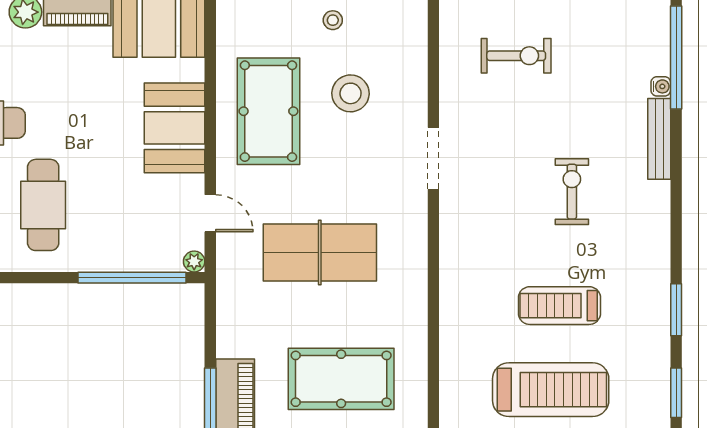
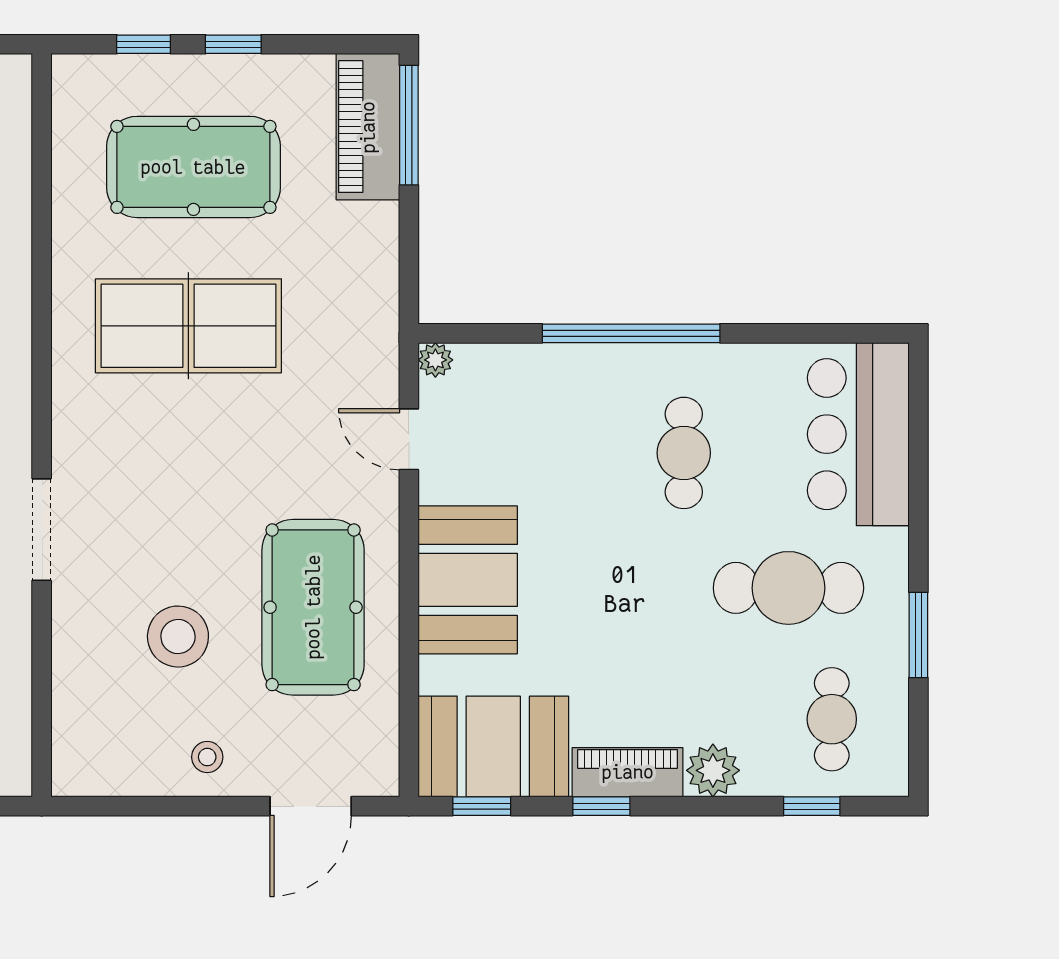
cafe table: (43, 205) -> (684, 453), width x0.73, depth x0.74
table tennis table: (320, 252) -> (188, 326), moved
window: (132, 278) -> (631, 333), moved

